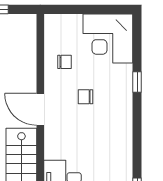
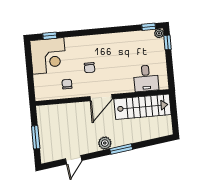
window: (137, 82) -> (50, 36), moved

